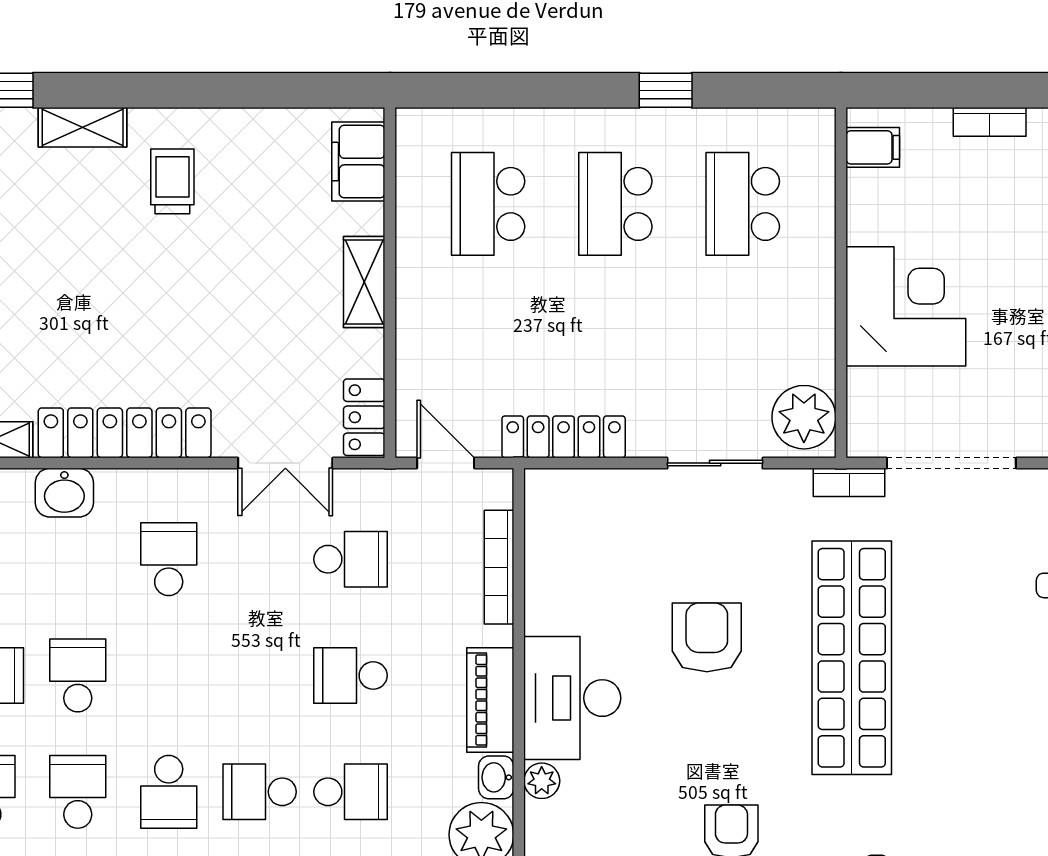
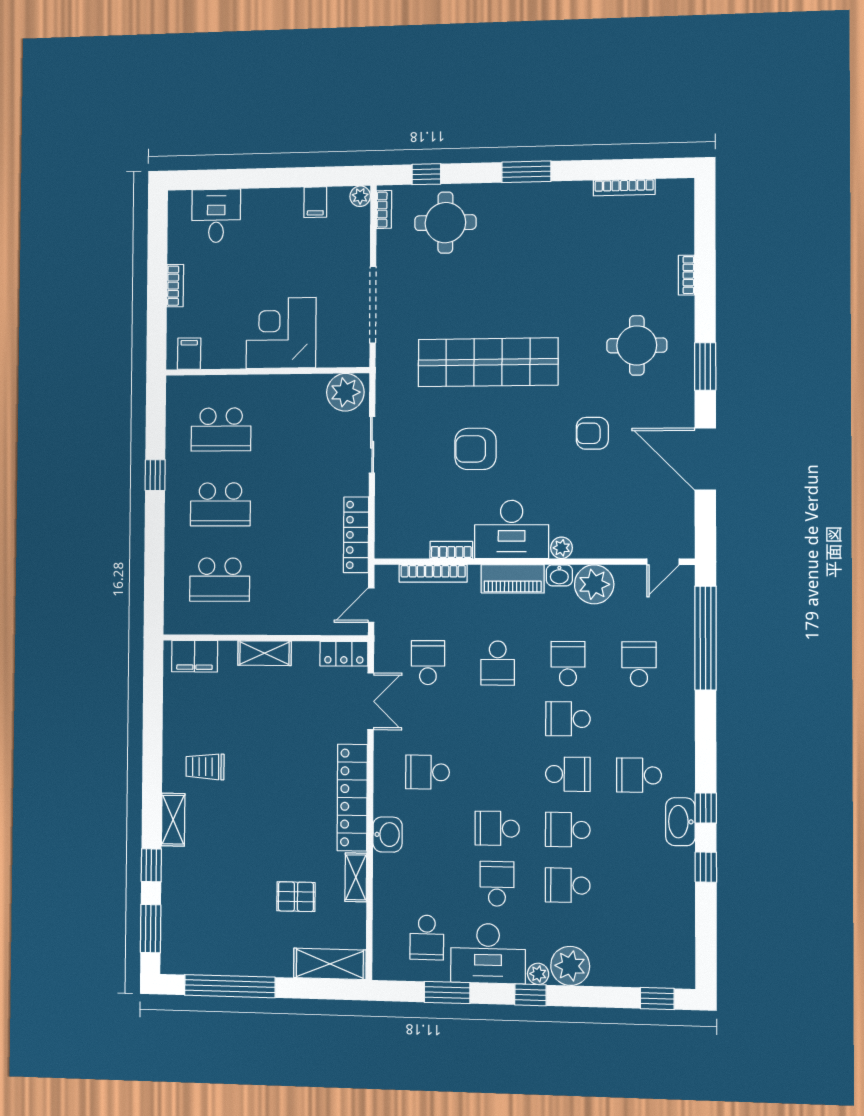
bookcase: (849, 482) -> (451, 550), moved, turned -90
school desk: (260, 792) -> (568, 719), turned 90

